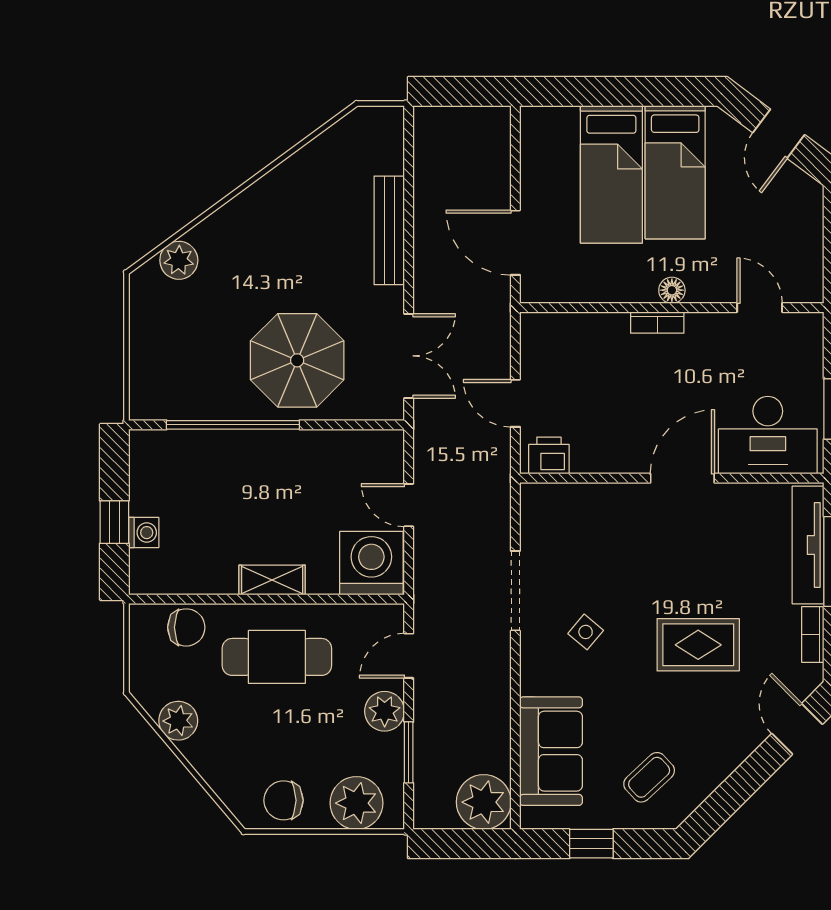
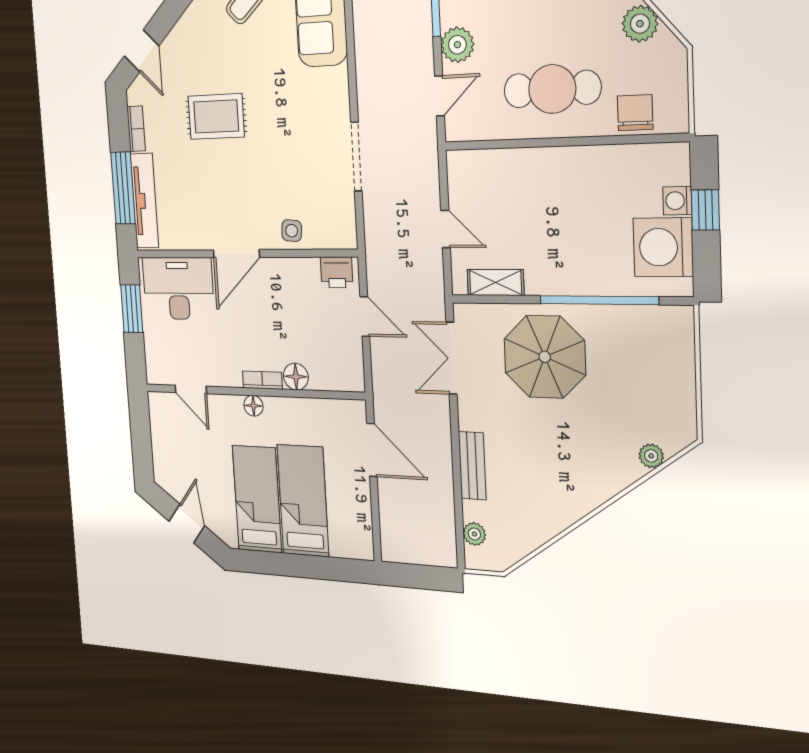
plant: (390, 149) -> (474, 534), added
bench: (389, 230) -> (472, 466), width x0.73
plant: (179, 260) -> (651, 456), width x0.73, depth x0.73
floor lamp: (611, 328) -> (296, 377), added
washing machine: (371, 563) -> (663, 247), moved, turned 90
shelving: (272, 580) -> (495, 282), moved
chair: (186, 627) -> (635, 113), turned 90
side table: (586, 632) -> (292, 231), moved, turned -35

